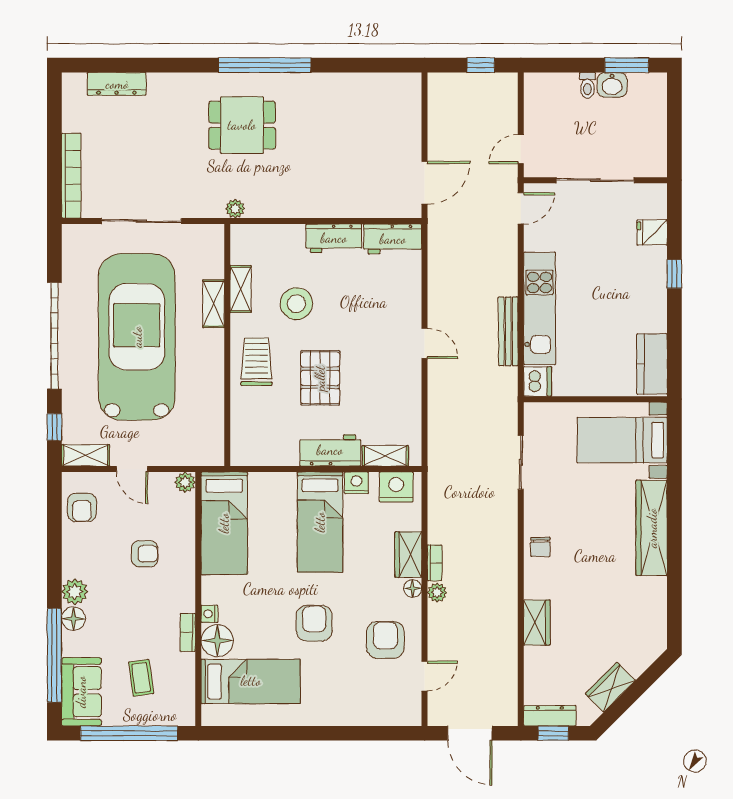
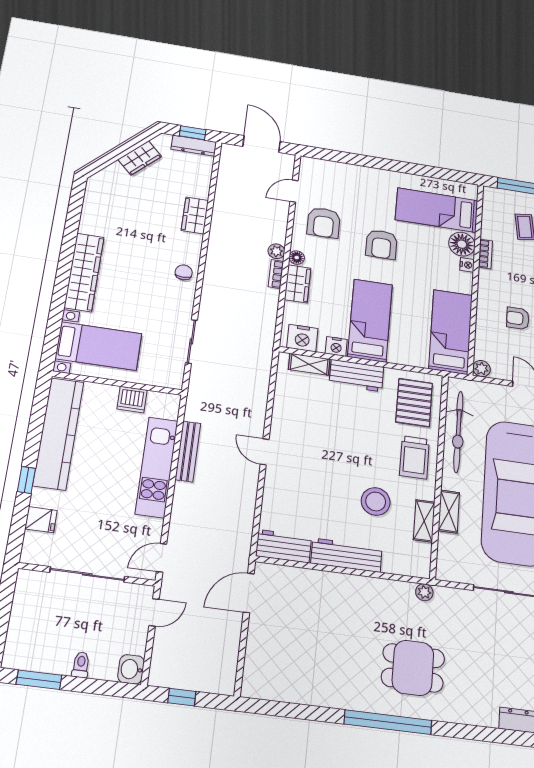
washbasin: (612, 85) -> (131, 669), moved, turned -90
workbench: (334, 238) -> (347, 555), width x1.38
kitchen counter: (652, 364) -> (58, 433), width x2.08, depth x1.17
pallet: (320, 378) -> (414, 403), moved
dishwasher: (538, 381) -> (132, 400), moved, turned -90
bicycle: (208, 400) -> (458, 432), added

